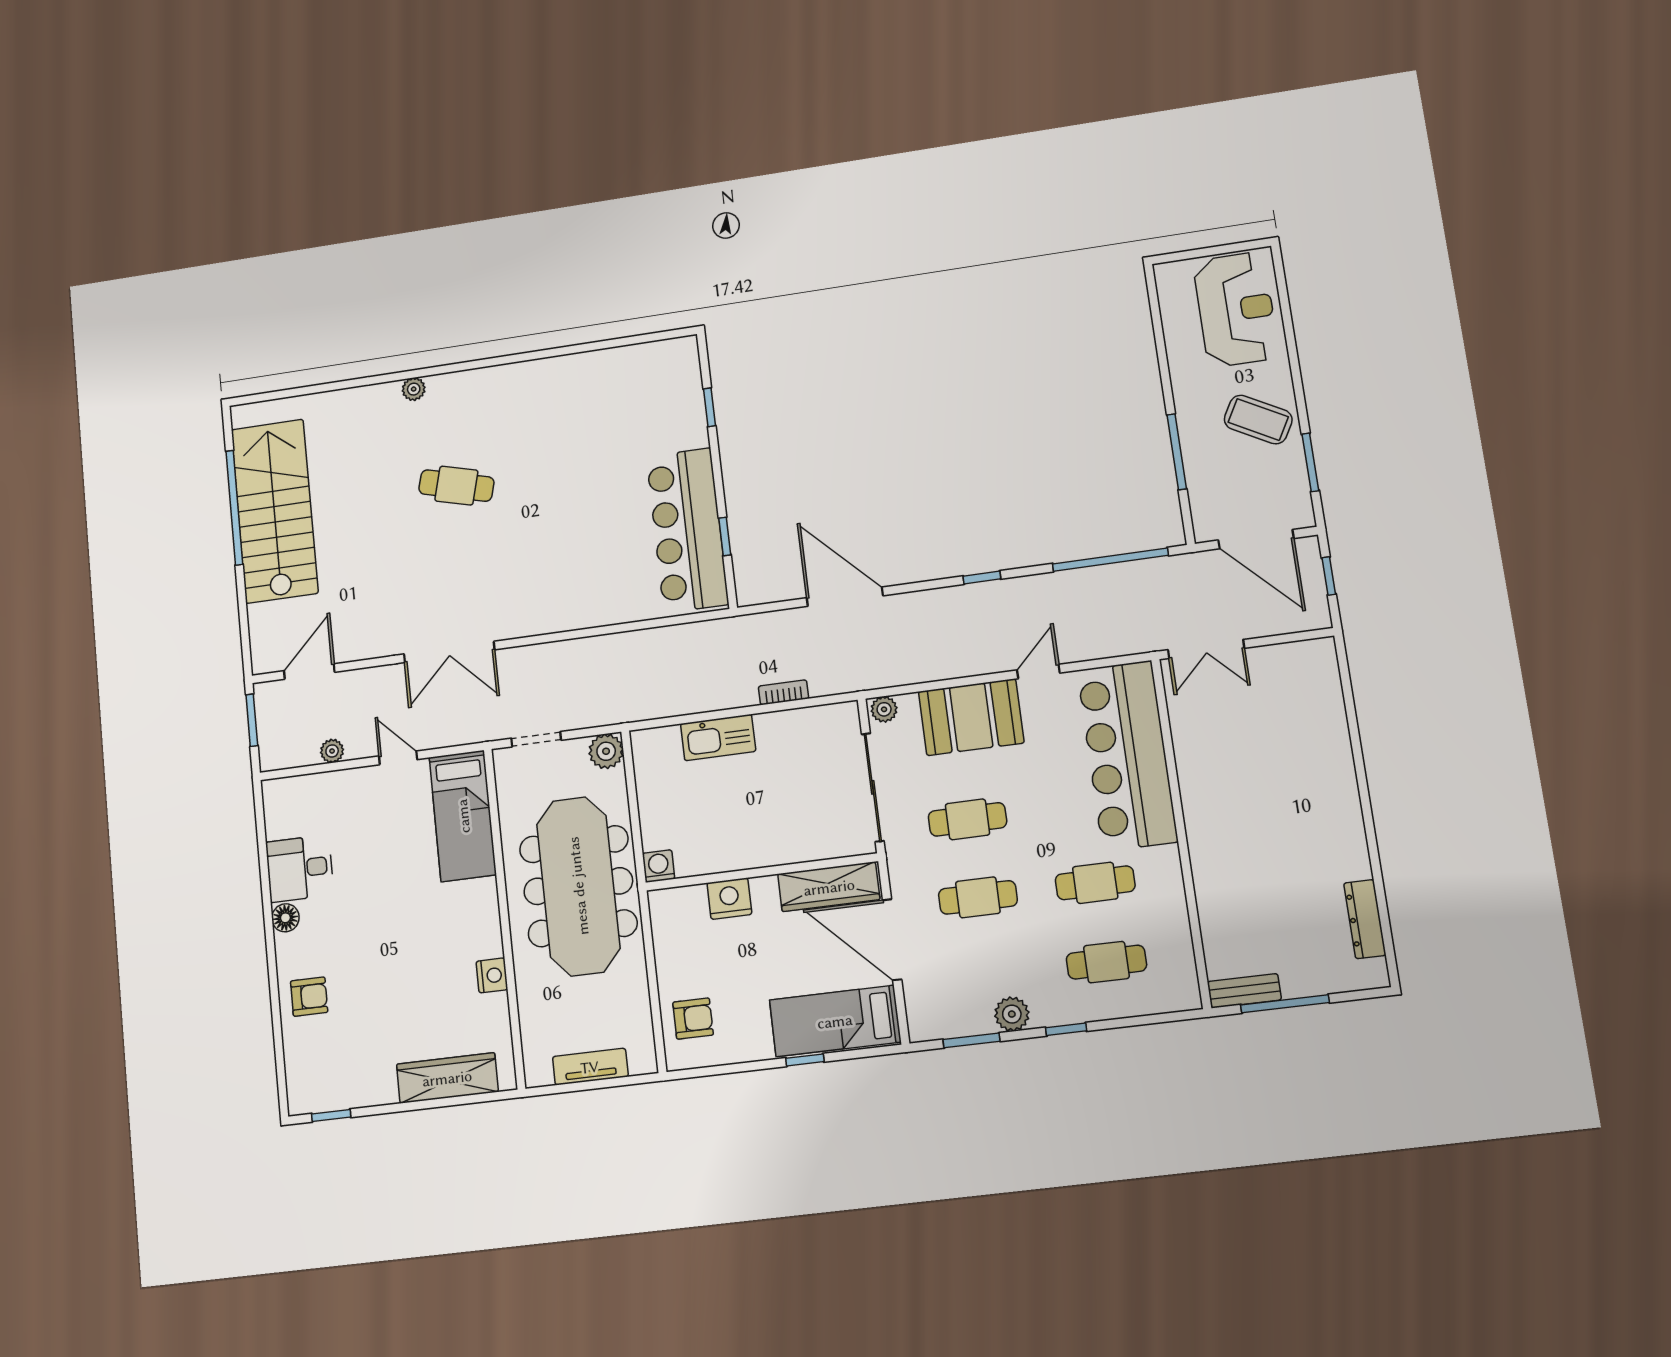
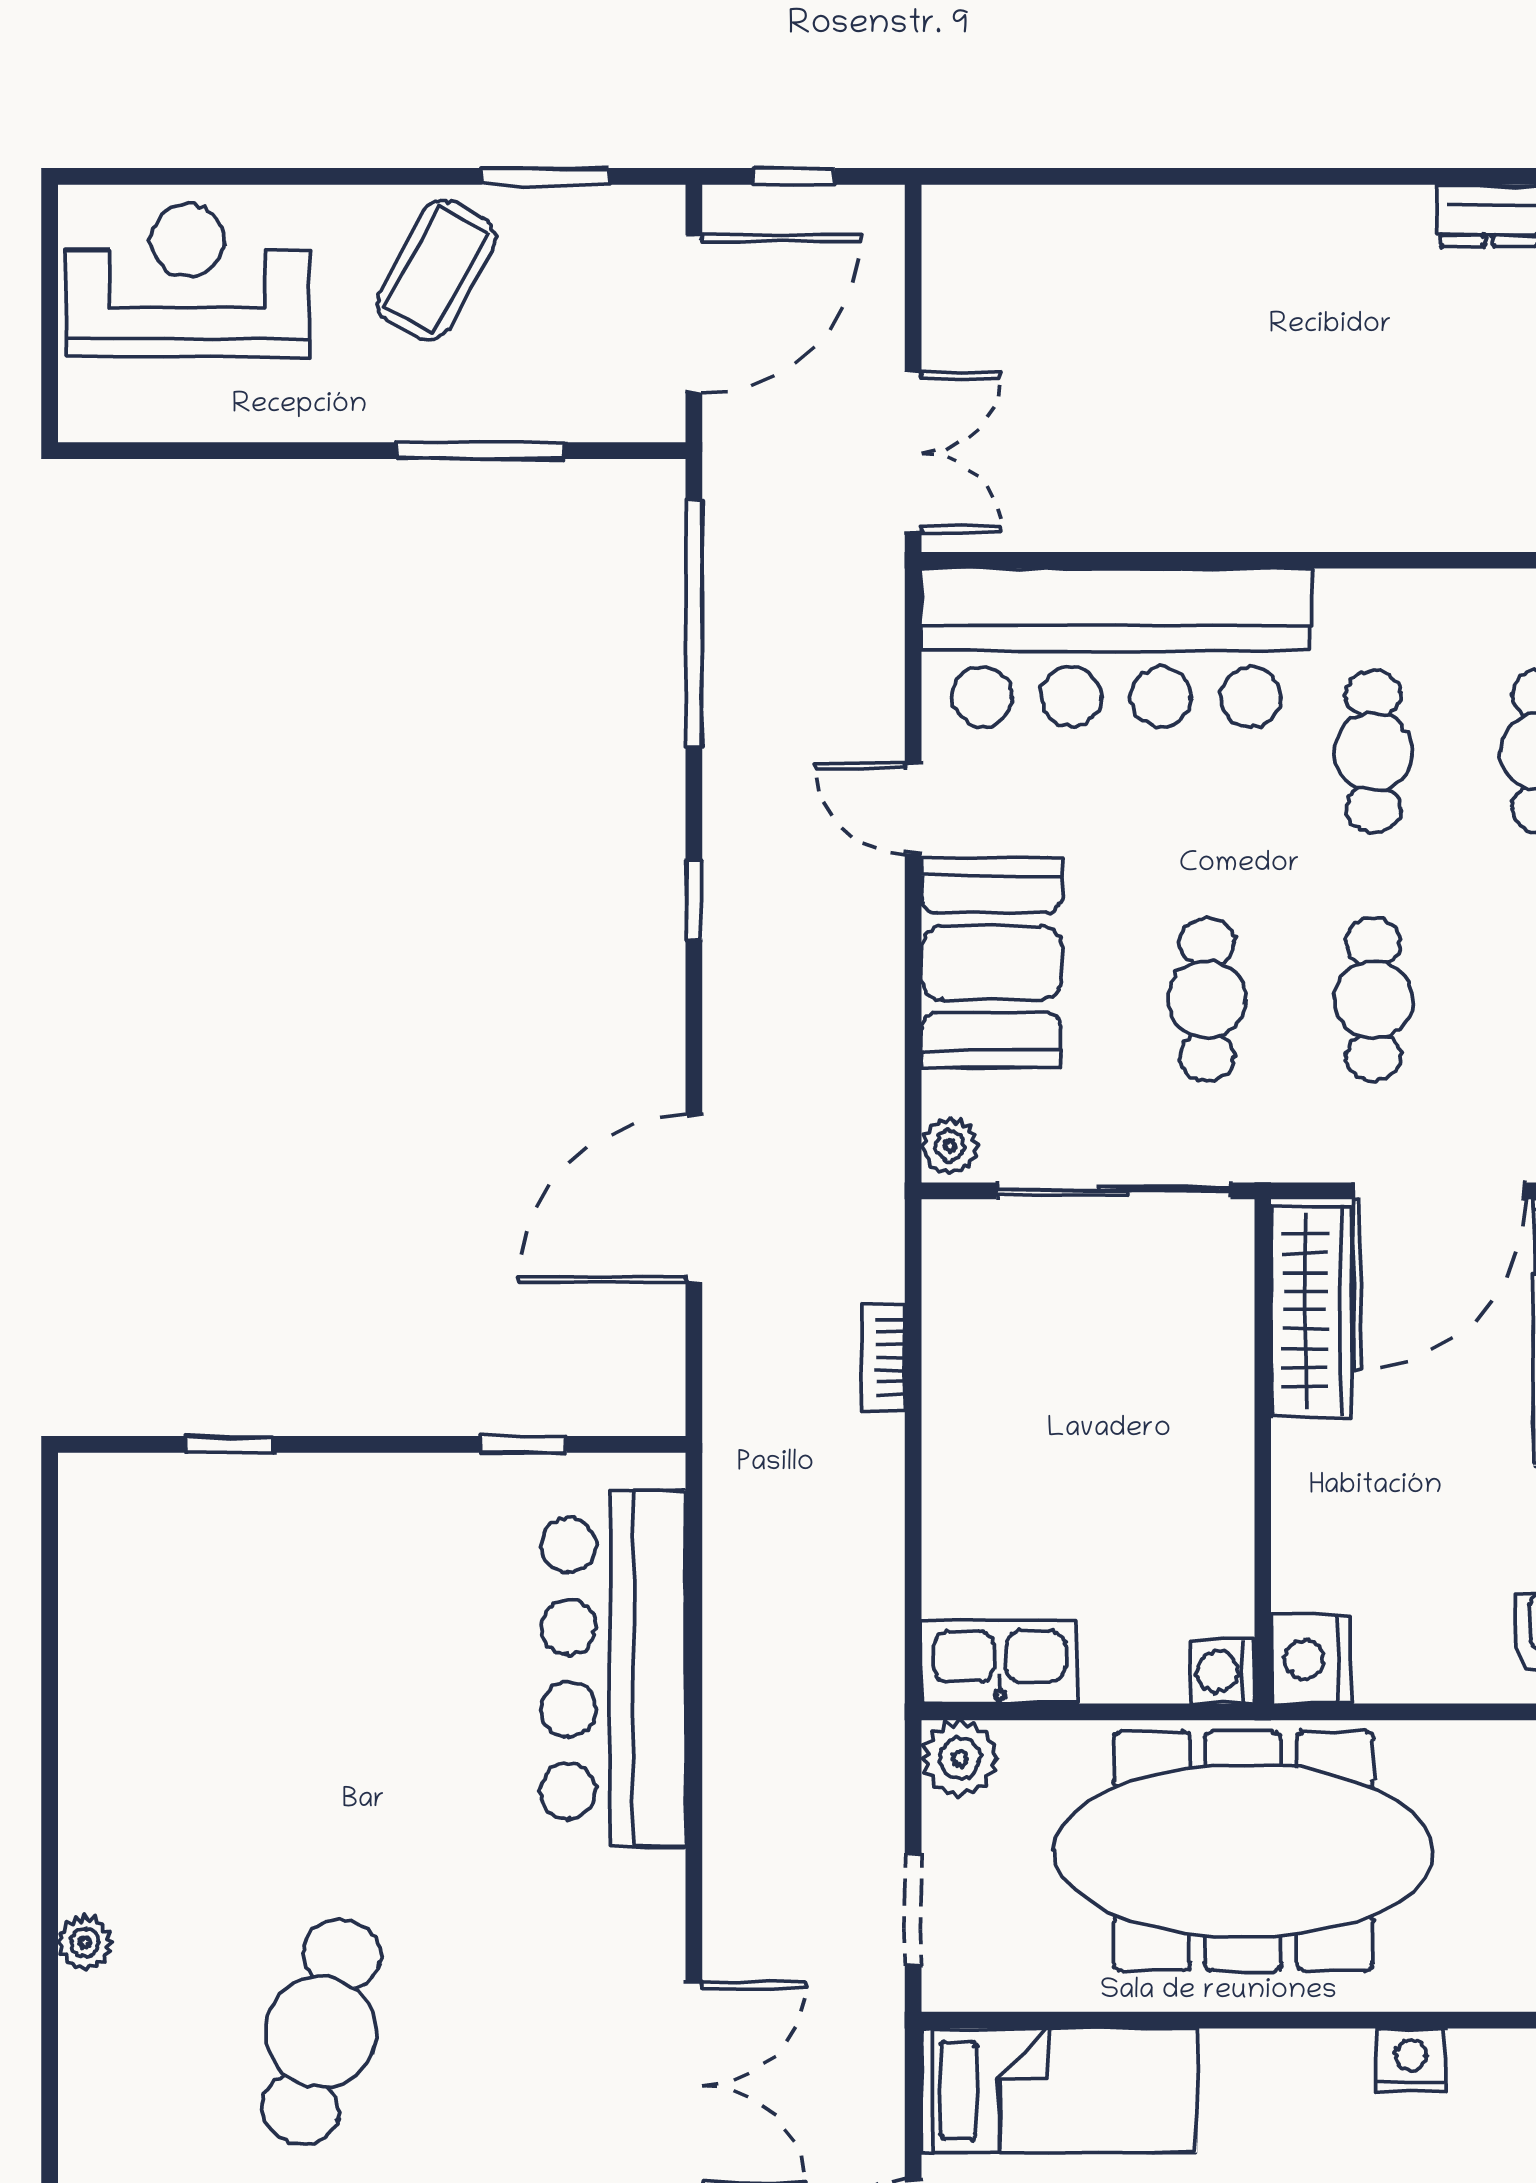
plant: (414, 389) -> (85, 1942), moved
cafe table: (456, 486) -> (321, 2032), width x1.37, depth x1.35
bar counter: (687, 530) -> (613, 1668), moved, turned 90
kitchen sink: (718, 738) -> (1000, 1662), moved, turned -90
nightstand: (729, 899) -> (1311, 1659), moved

